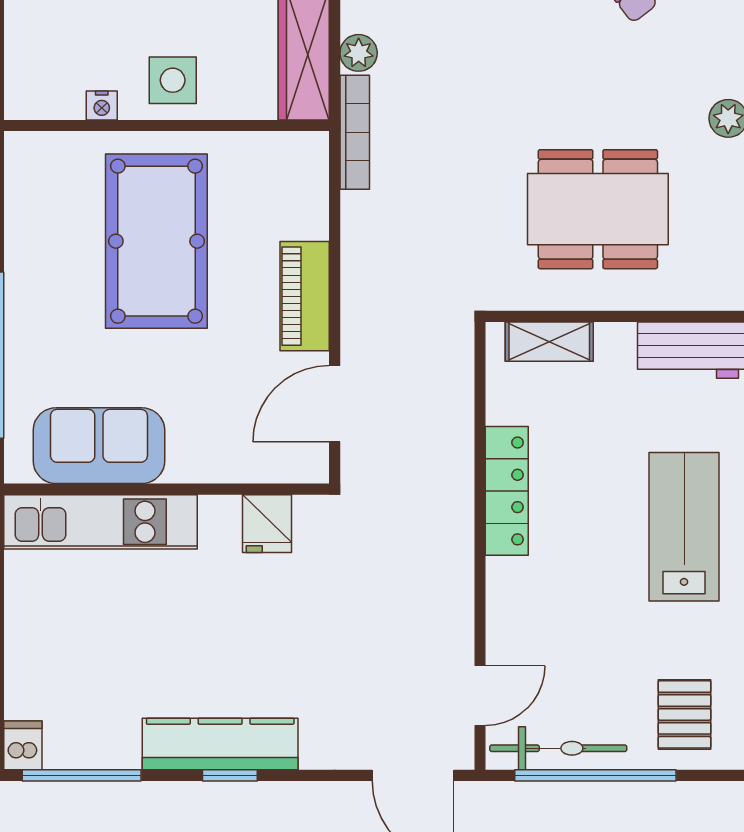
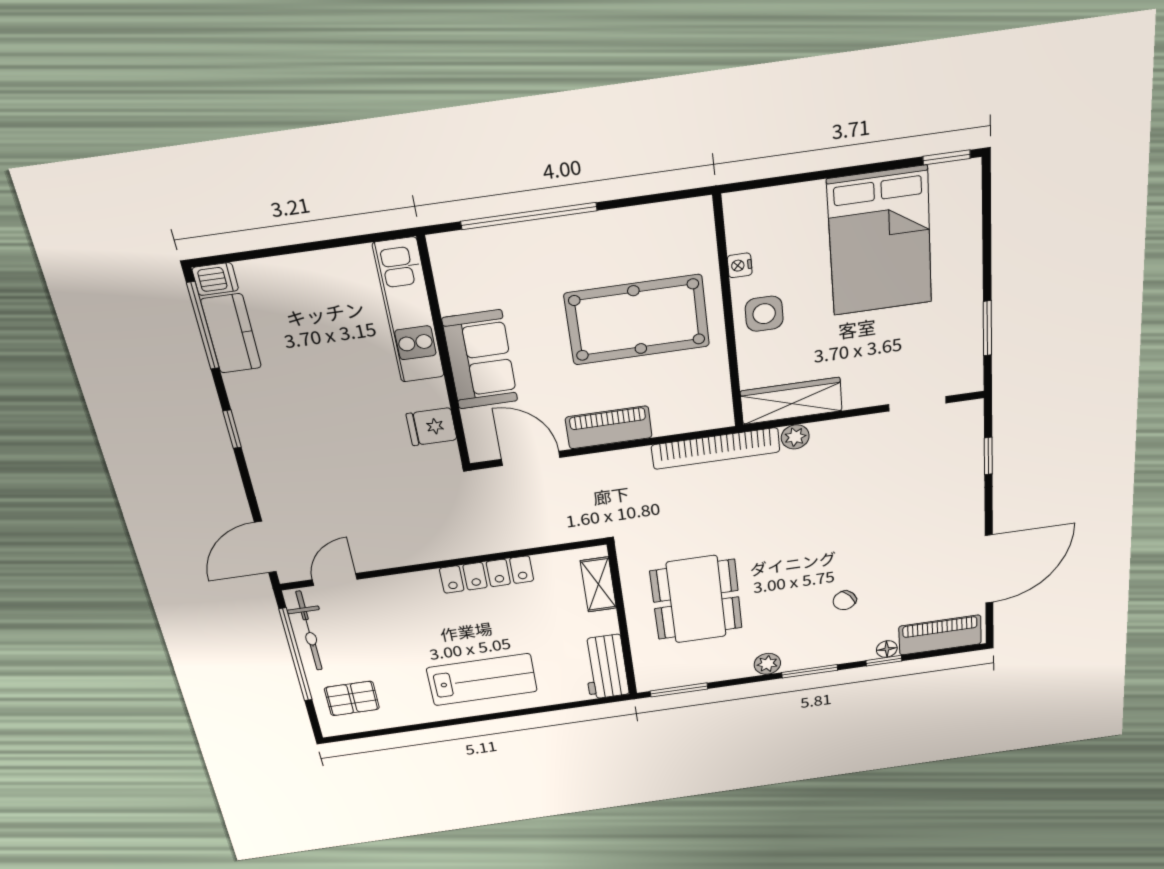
bookcase: (355, 132) -> (716, 449), width x1.48, depth x1.31
sofa: (99, 446) -> (480, 360), moved
door: (480, 696) -> (335, 580), swing flipped
kitchen counter: (220, 744) -> (231, 334), moved, width x0.67

